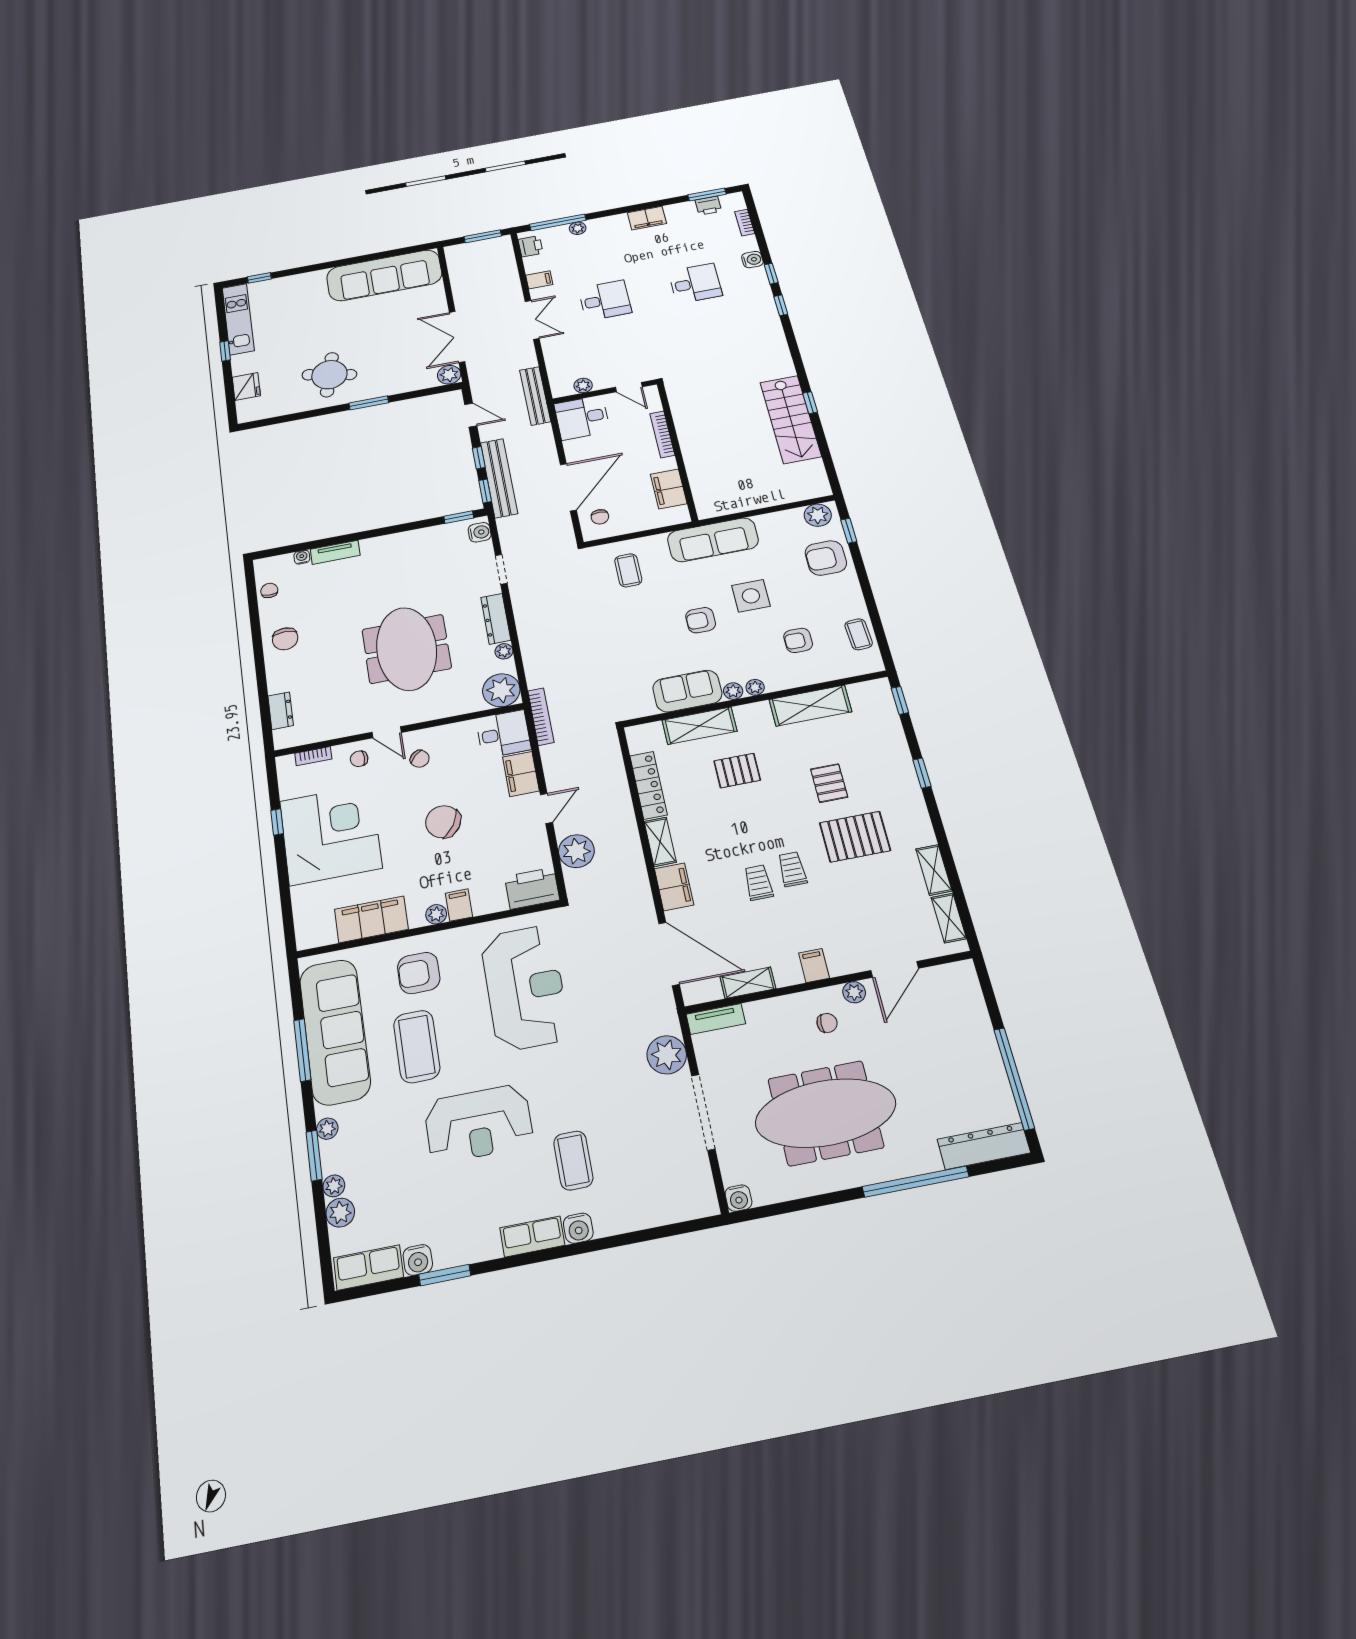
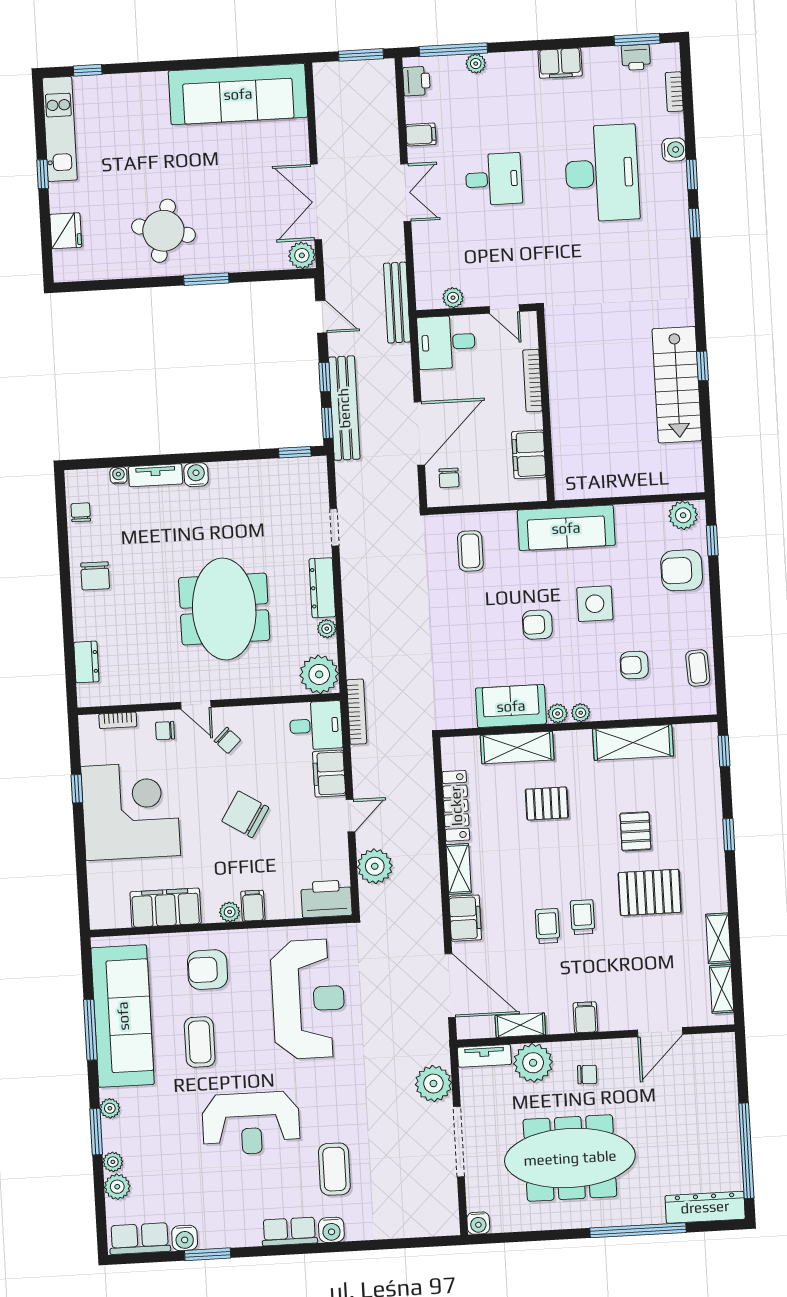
desk: (695, 283) -> (602, 173), width x1.87, depth x1.30
water cooler: (480, 532) -> (196, 475), moved, turned -90
plant: (854, 992) -> (533, 1063), moved, width x1.87, depth x1.87
coffee table: (417, 1046) -> (200, 1042), width x0.73, depth x0.76

